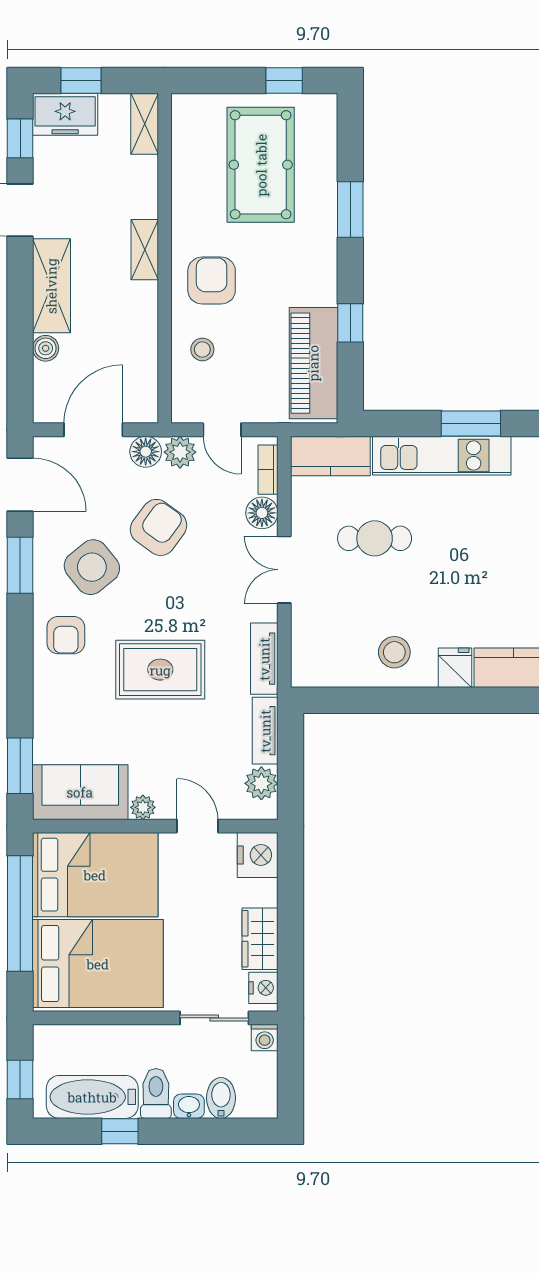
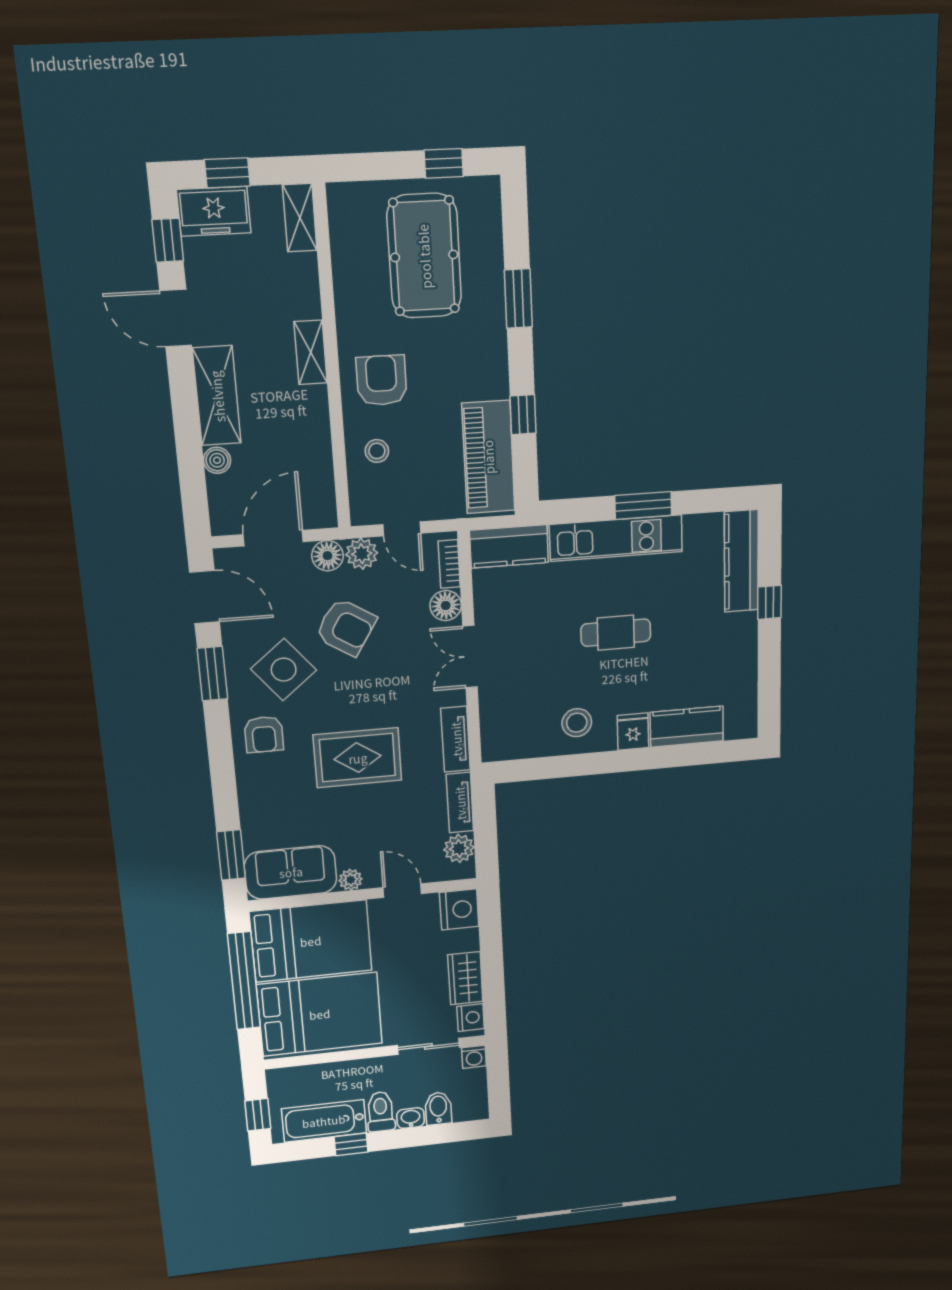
armchair: (159, 527) -> (346, 627), turned 86
cafe table: (375, 538) -> (616, 633), moved

